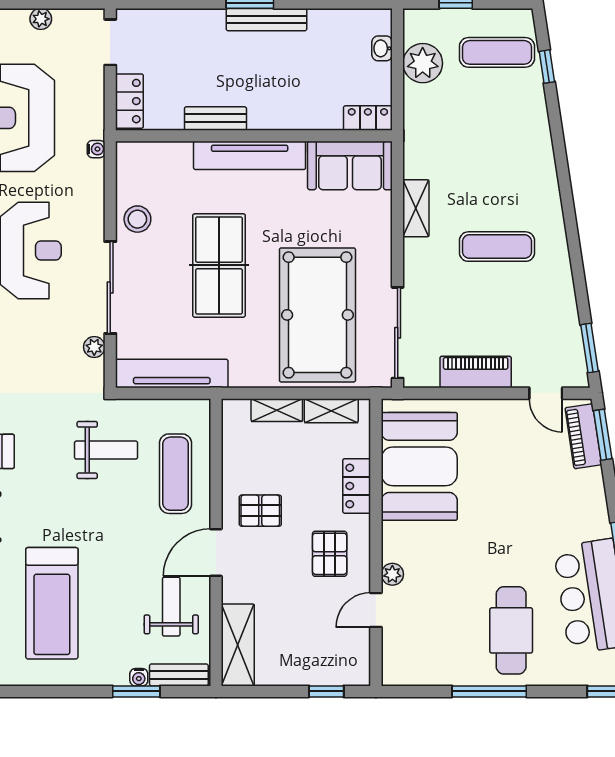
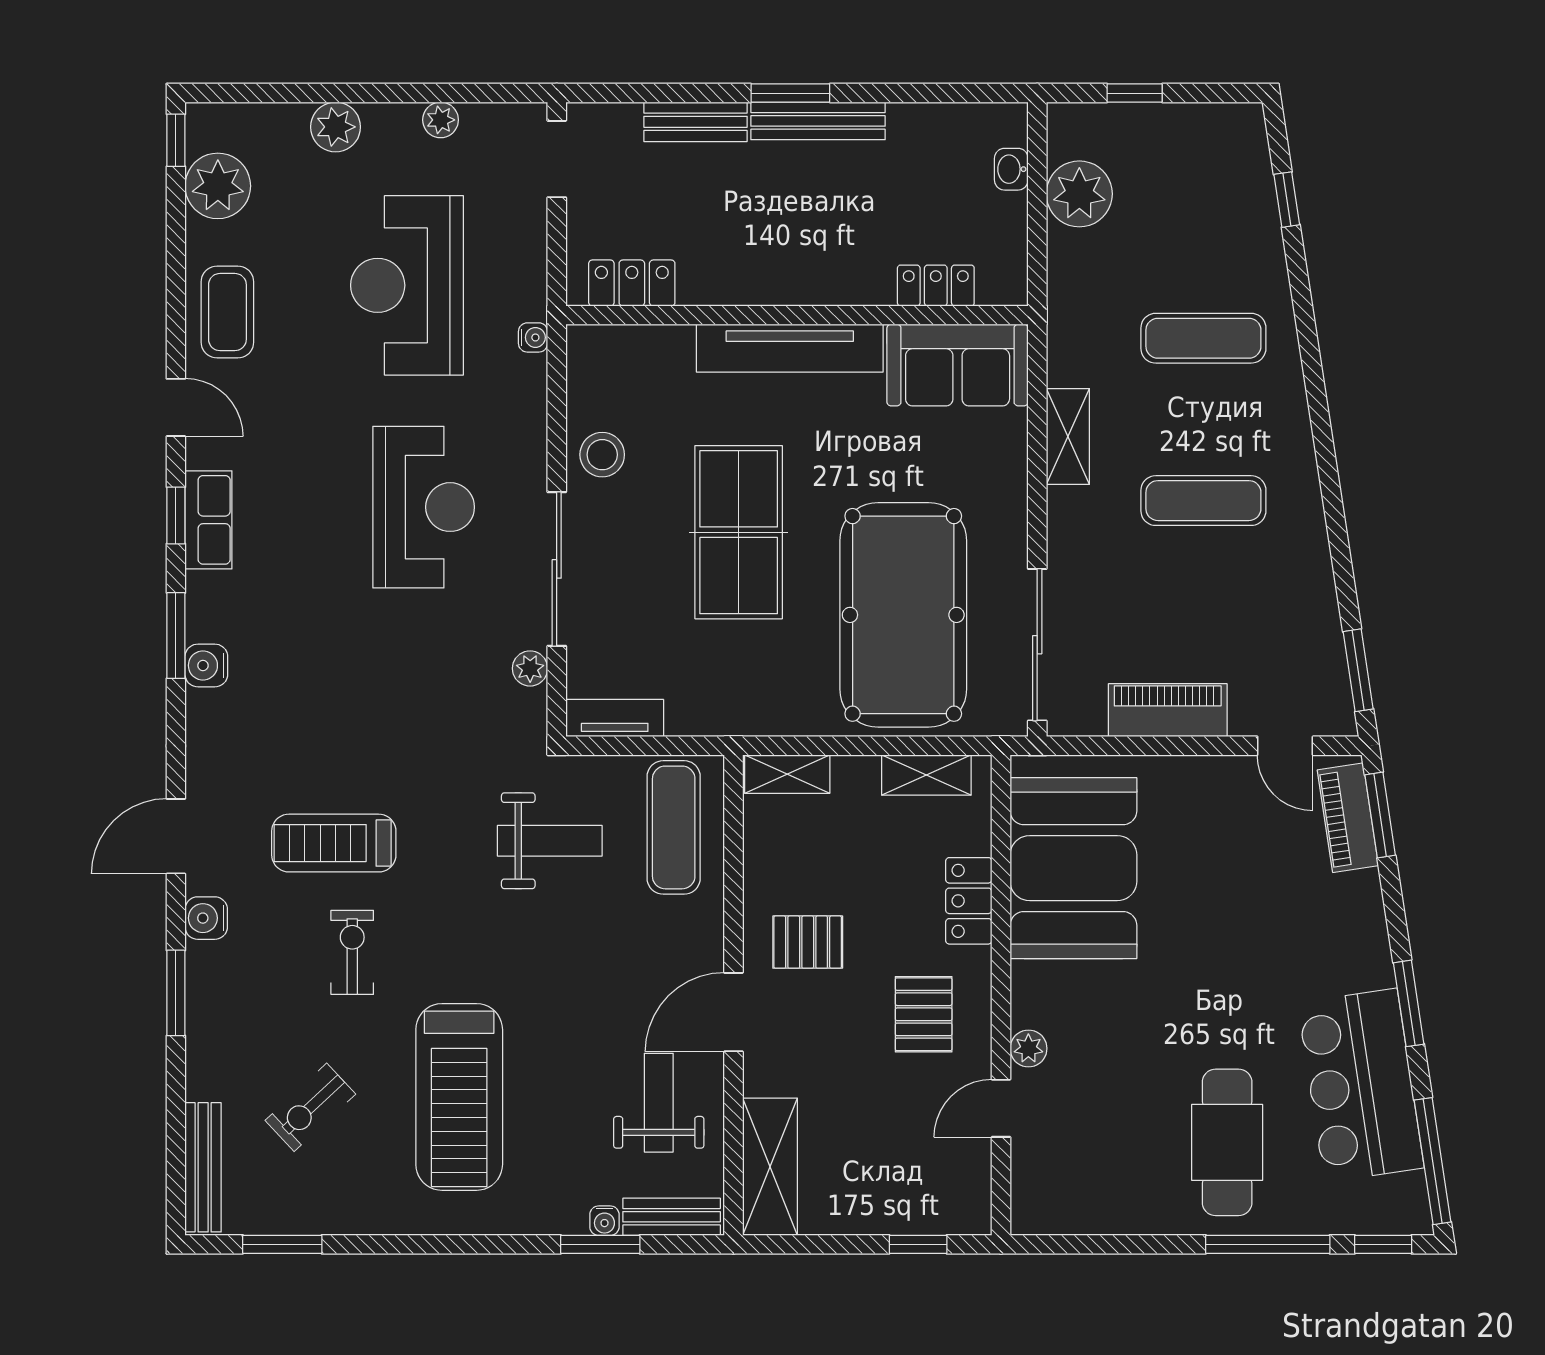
exercise mat: (497, 52) -> (1203, 338), moved
locker: (129, 101) -> (632, 283), moved, turned -90
bench: (215, 118) -> (695, 122), moved
locker: (368, 118) -> (936, 286), moved
tv unit: (172, 373) -> (615, 718), width x0.52, depth x0.78
shelving: (277, 410) -> (787, 774), moved
exercise mat: (175, 474) -> (674, 827), moved
window: (489, 691) -> (1268, 1244), moved

